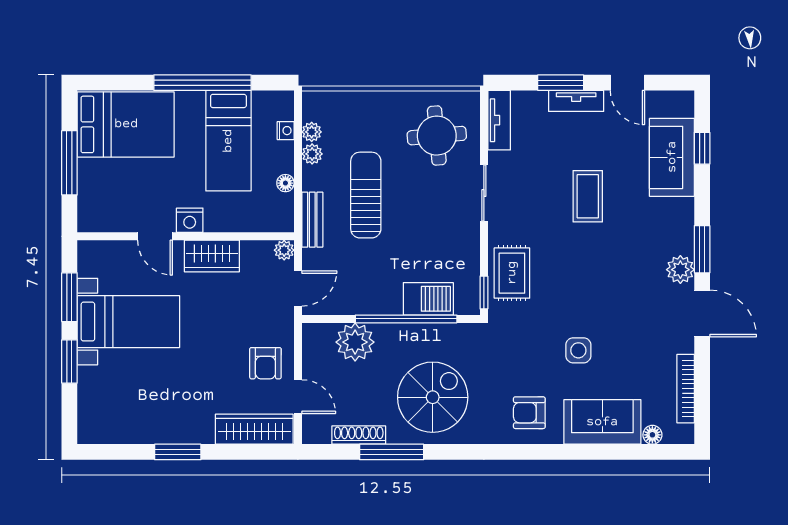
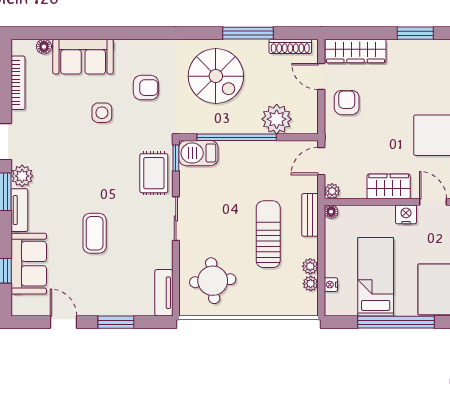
tv unit: (576, 101) -> (19, 210), moved, turned 90
floor lamp: (285, 183) -> (331, 212), moved
sliding door: (484, 193) -> (176, 219), moved
sun lounger: (366, 195) -> (268, 234), turned 180
barbecue: (428, 299) -> (198, 153), moved
spiral stairs: (433, 397) -> (216, 76), turned -90
armchair: (529, 413) -> (146, 88), moved
shoe rack: (359, 435) -> (290, 46), moved

